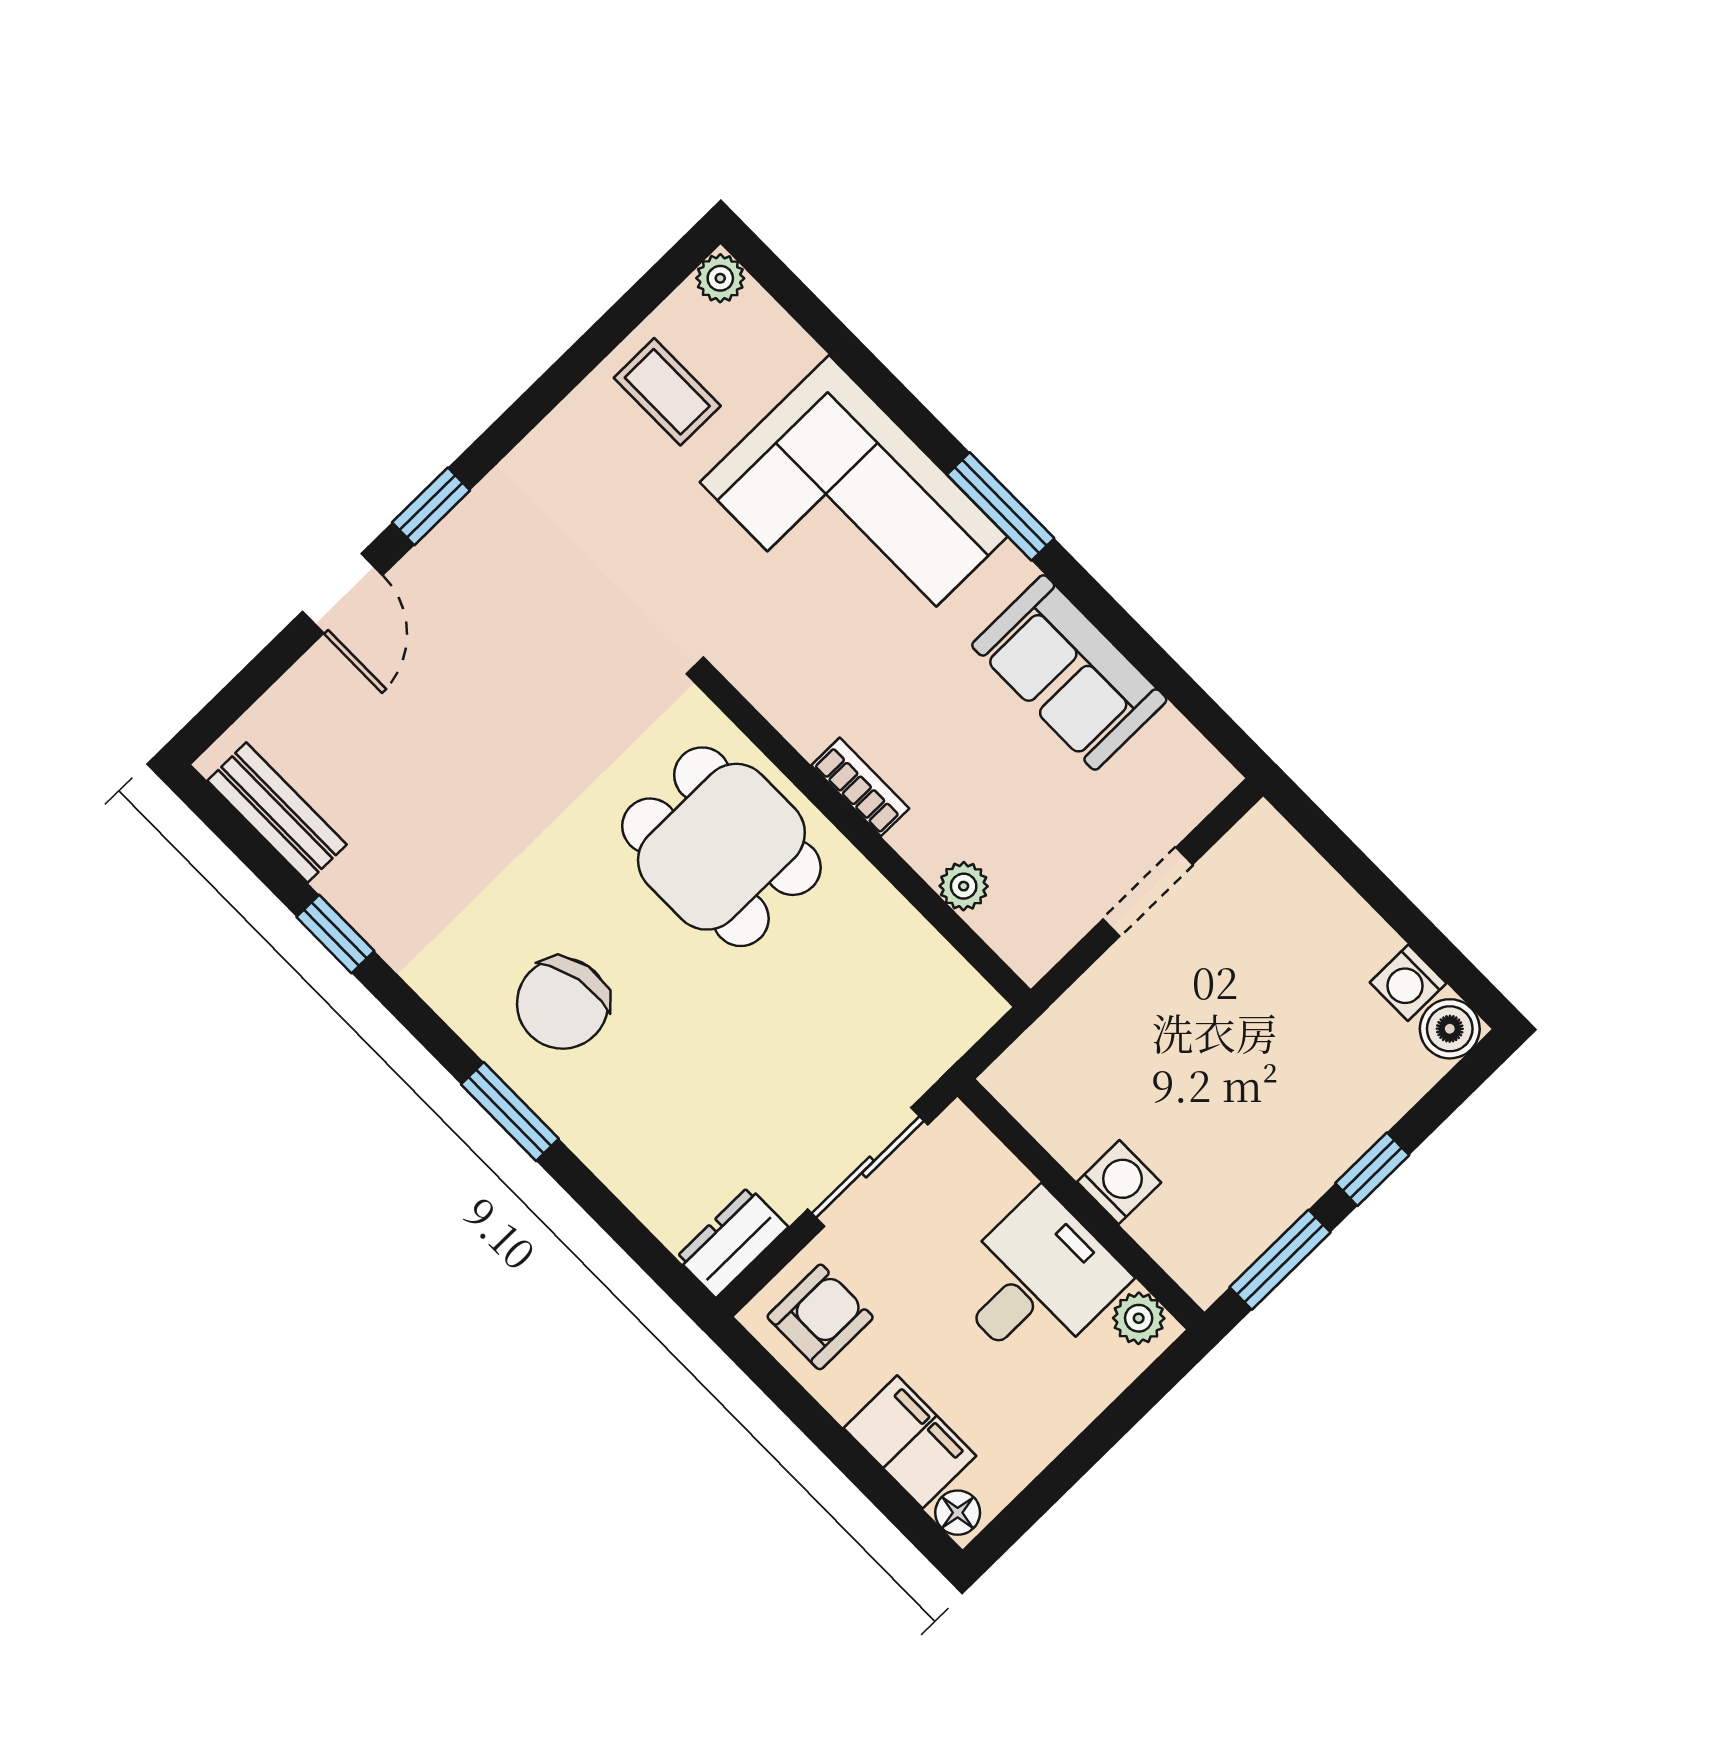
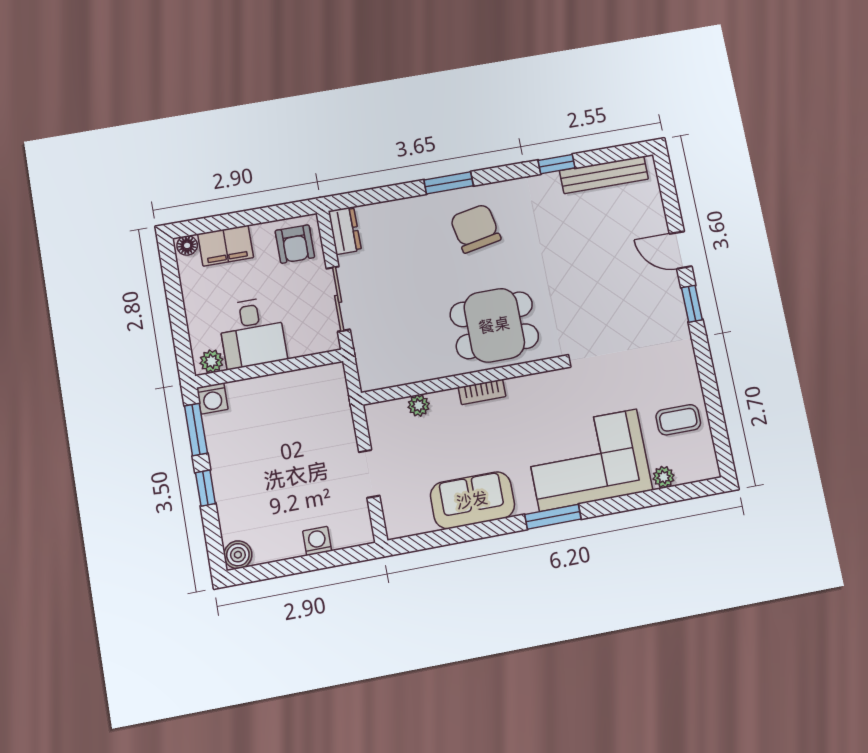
plant: (720, 278) -> (664, 477), moved
bench: (277, 813) -> (604, 175), width x1.36
washing machine: (1408, 983) -> (317, 541), moved
washing machine: (1119, 1182) -> (212, 399), moved

